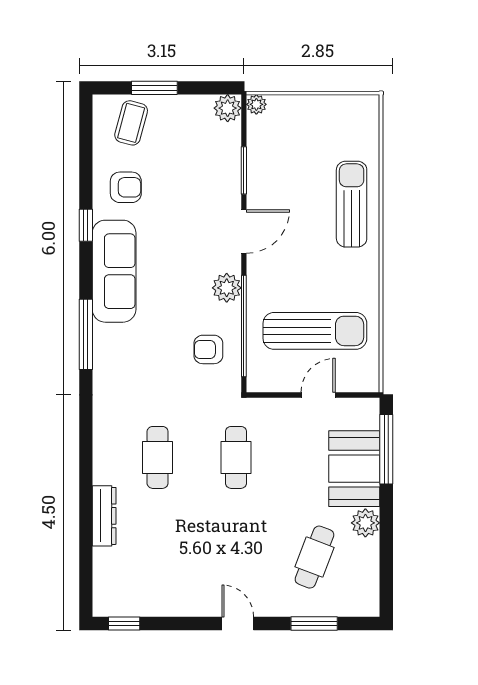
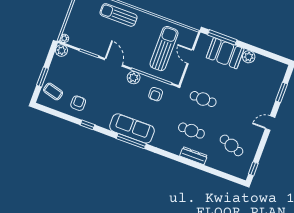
sofa: (114, 271) -> (132, 128), moved
dresser: (104, 516) -> (194, 156), moved
cafe table: (314, 557) -> (231, 145), moved

